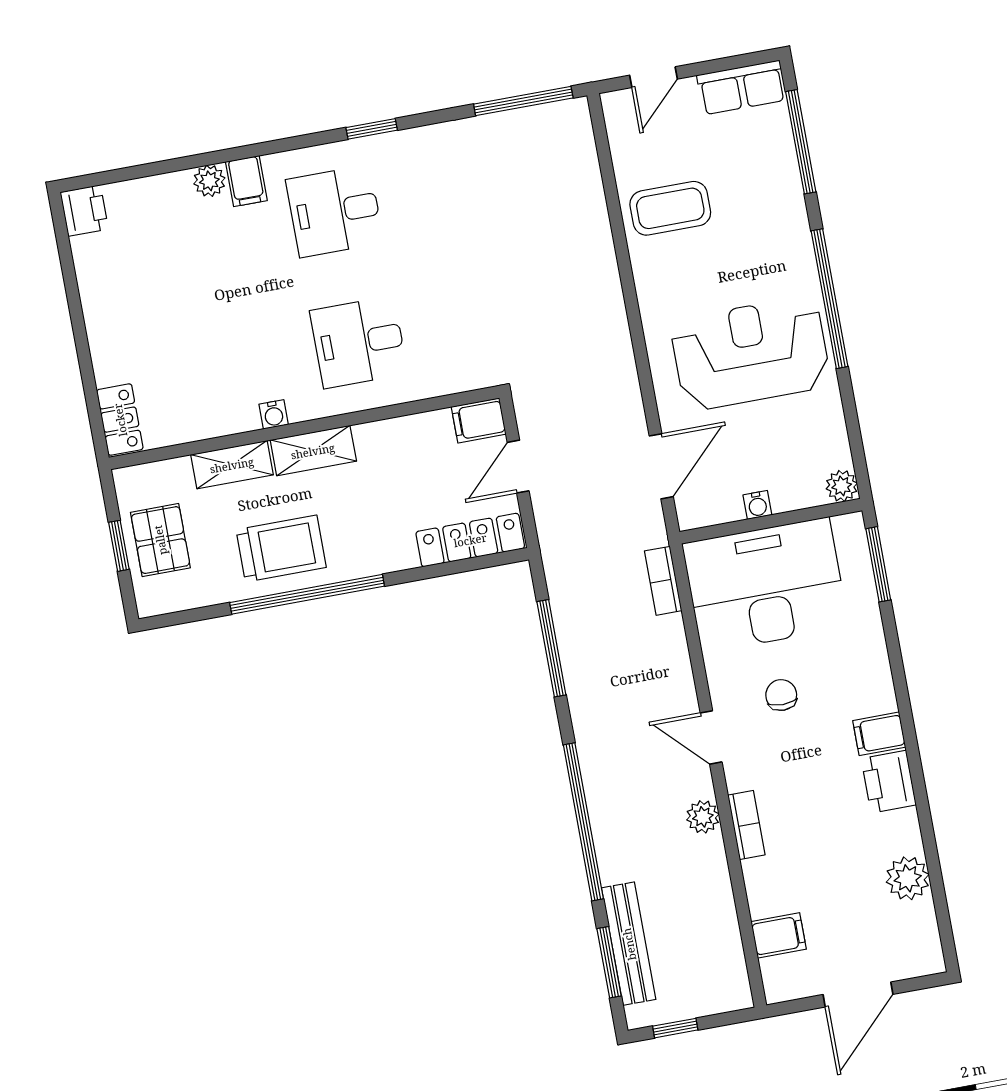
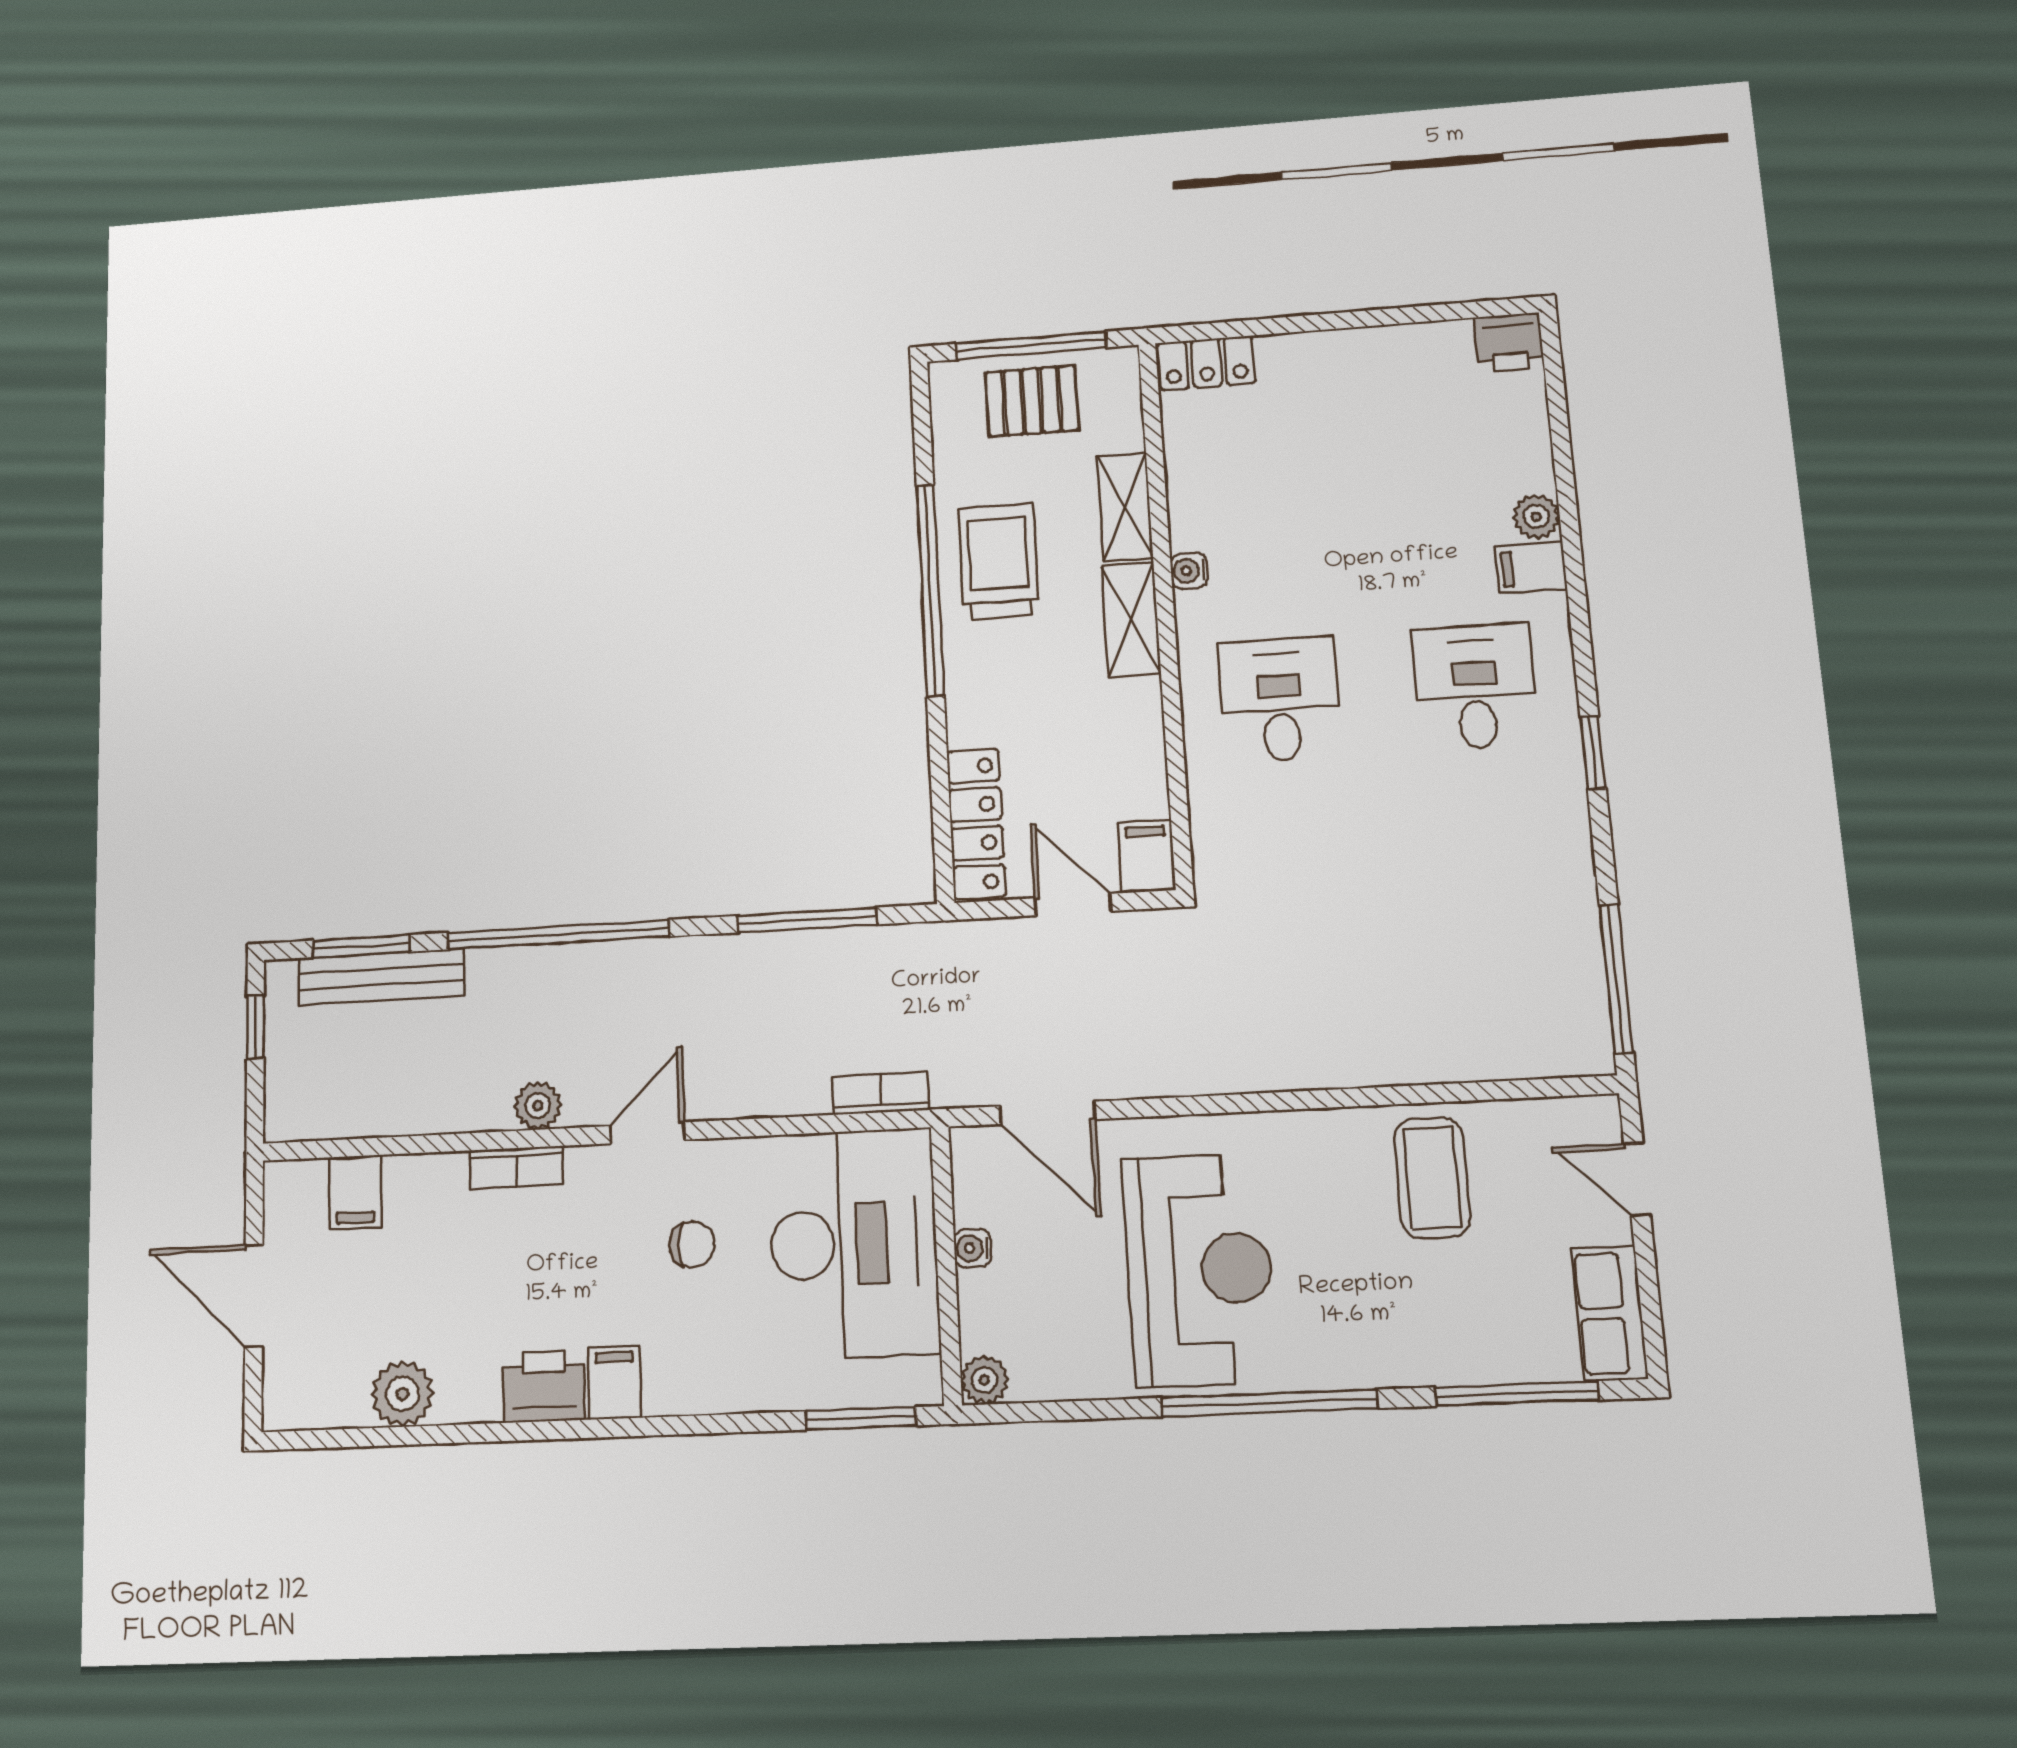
window: (119, 546) -> (1031, 346), width x2.17
trolley: (281, 549) -> (999, 561), turned 180

